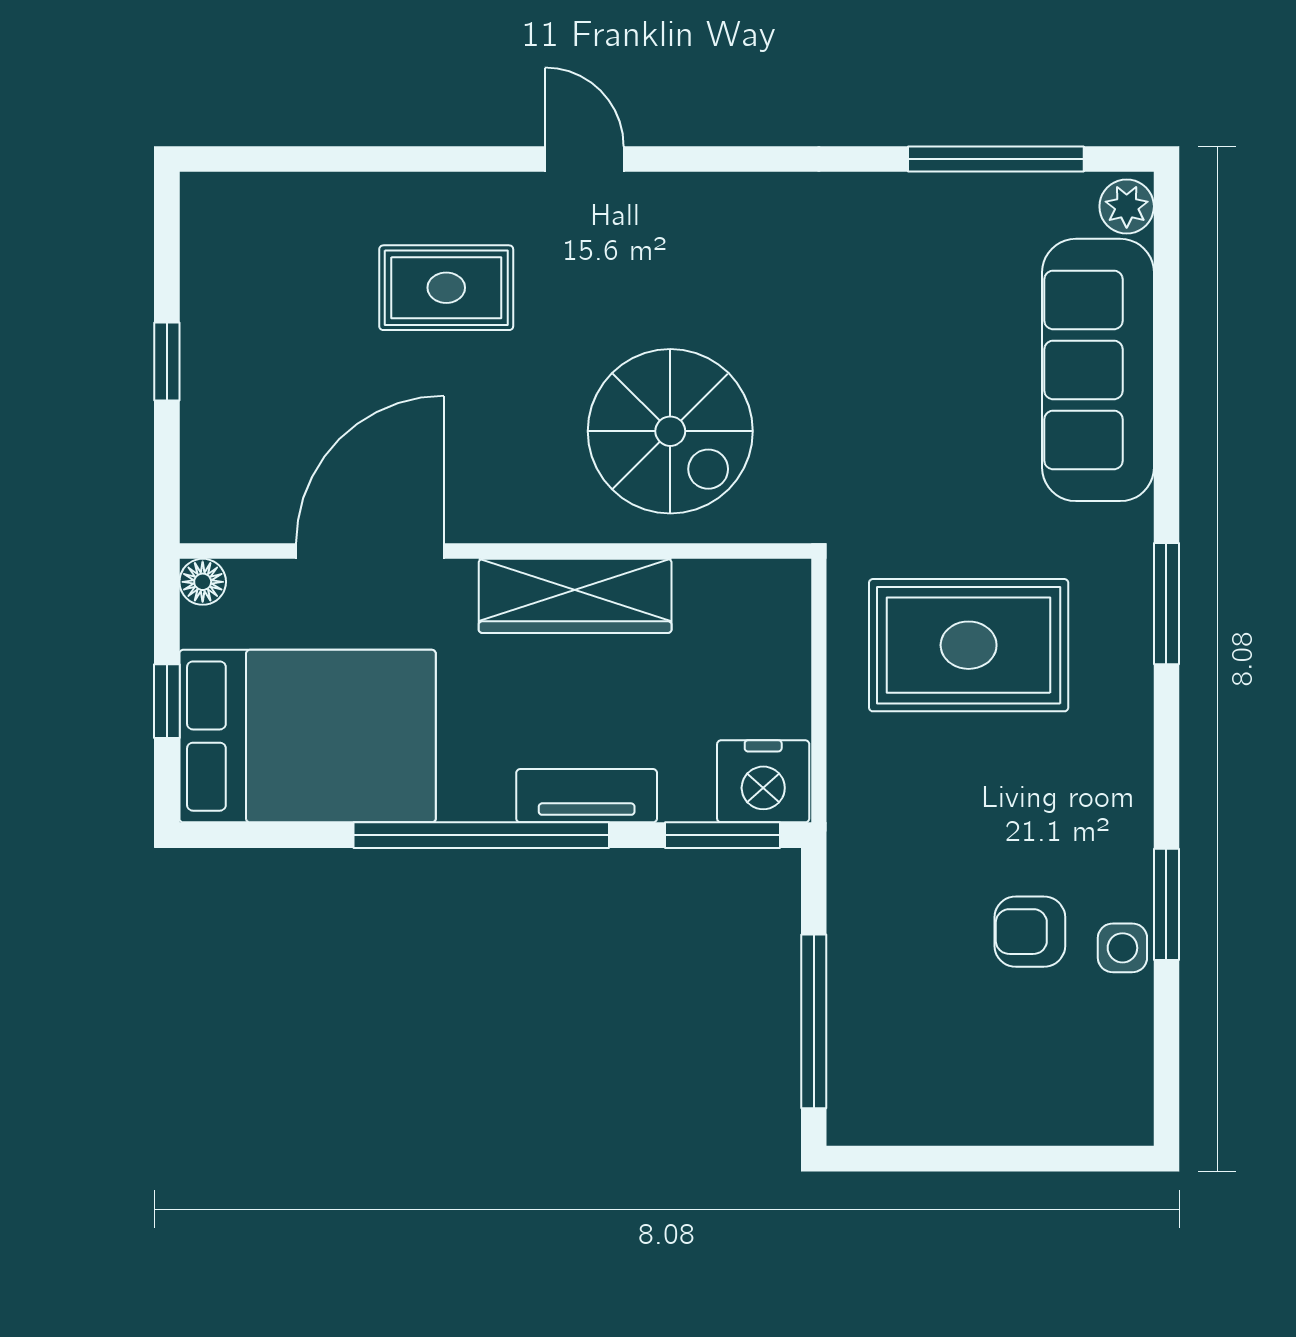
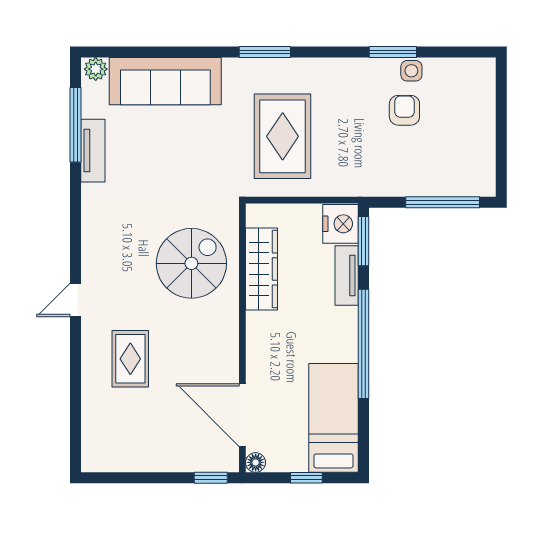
tv unit: (935, 200) -> (93, 151), added
window: (167, 362) -> (211, 478), moved
door: (370, 551) -> (242, 415), moved
wardrobe: (575, 596) -> (262, 269), moved
bed: (308, 736) -> (333, 418), width x0.67
tv unit: (587, 796) -> (347, 275), moved
armchair: (1030, 932) -> (404, 110), turned 180

